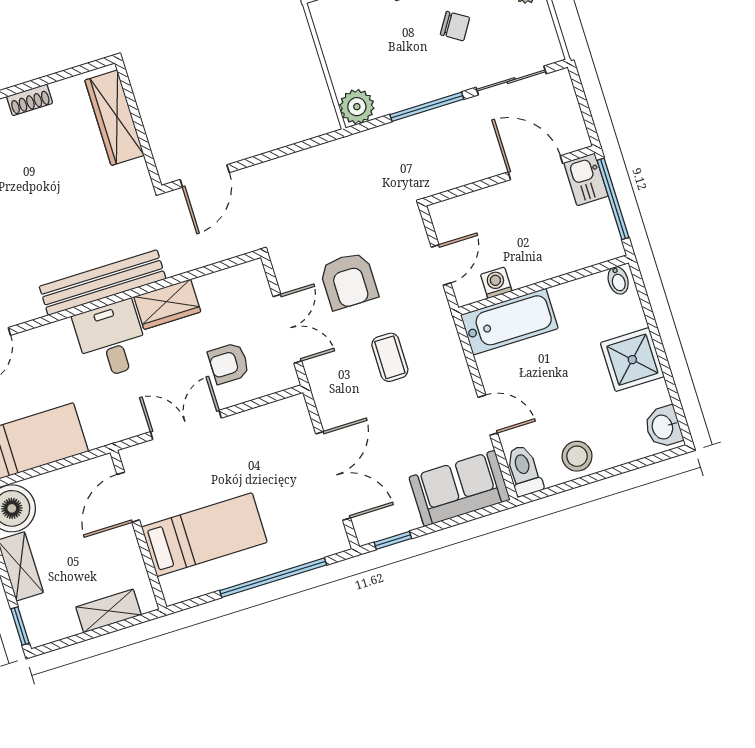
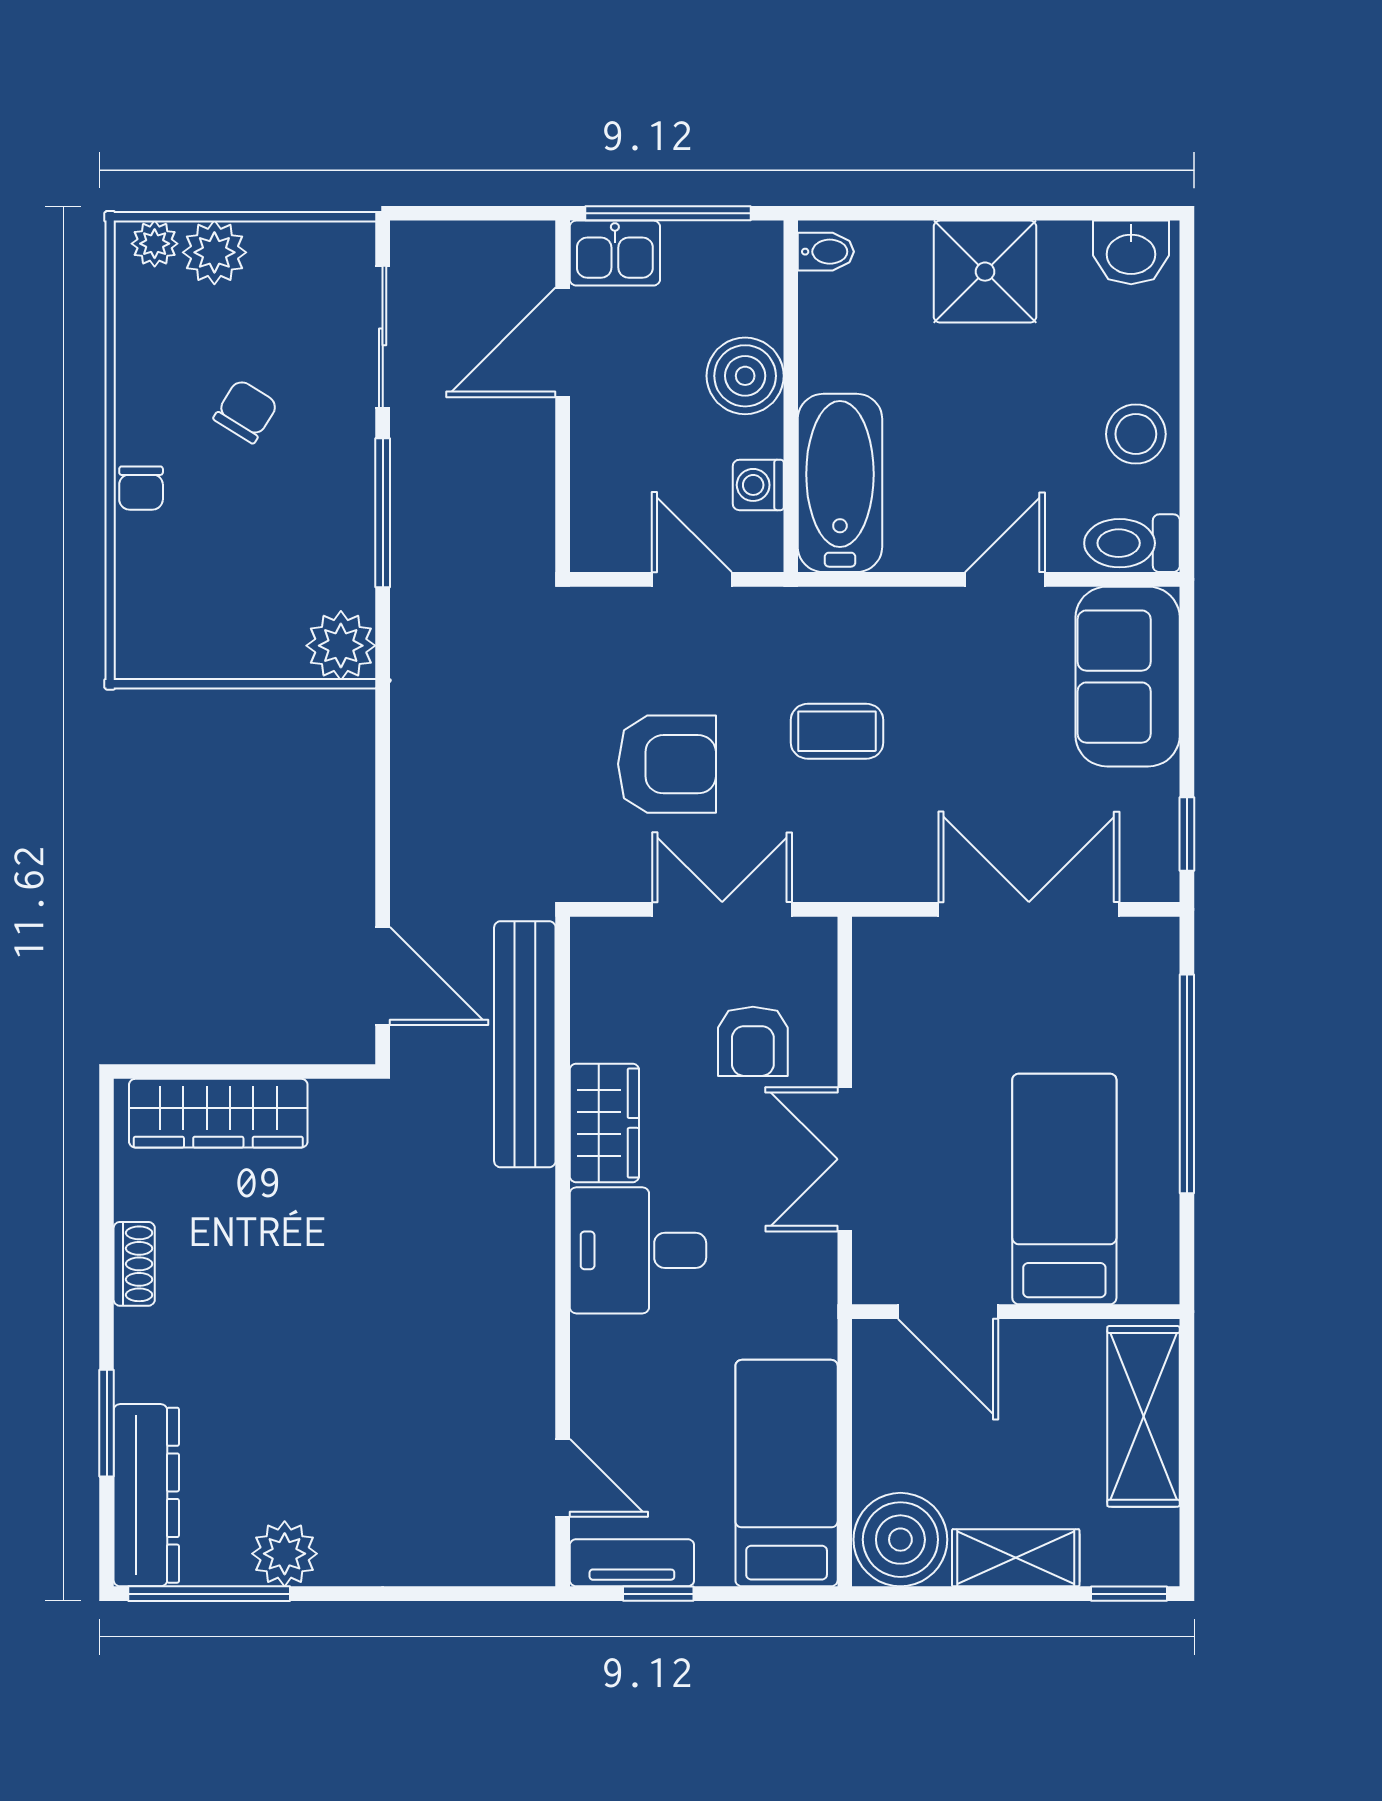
boiler: (547, 260) -> (745, 376), added
bench: (103, 283) -> (525, 1044), moved
shelving: (109, 611) -> (1143, 1416), width x1.50, depth x1.33

